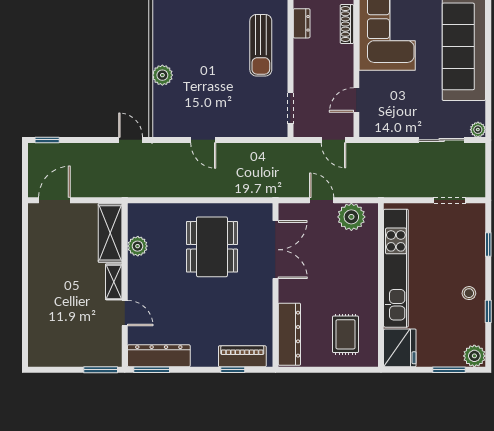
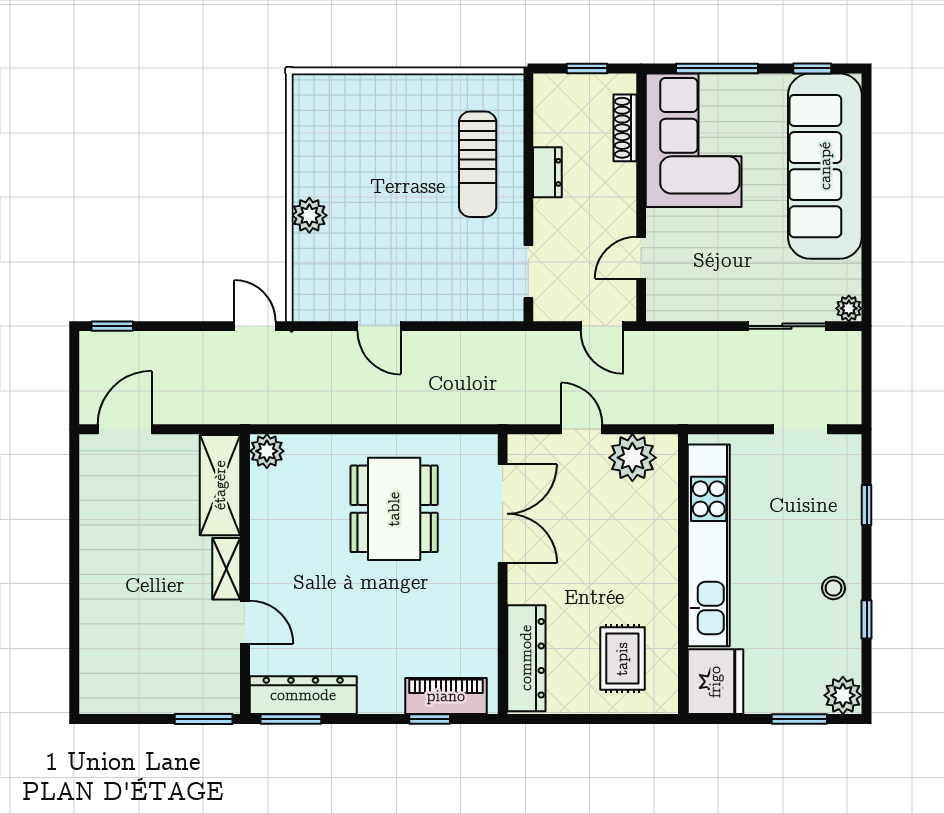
dresser: (302, 23) -> (547, 172), moved
plant: (138, 246) -> (267, 451), moved

